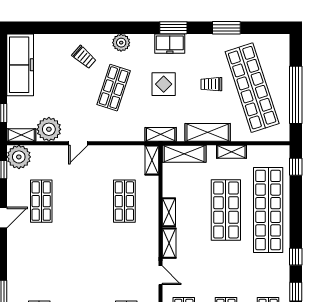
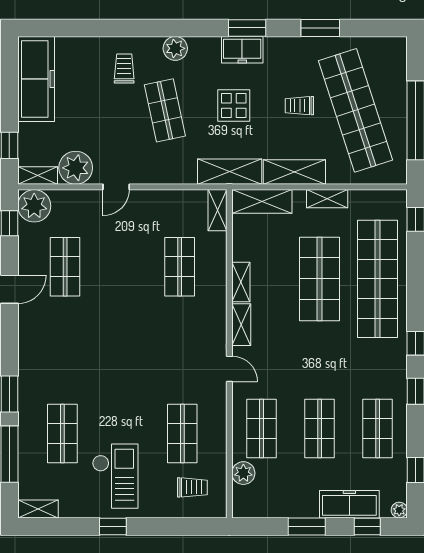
trolley: (84, 57) -> (124, 68), turned -131
shop shelf: (114, 88) -> (165, 110), turned -30
shelving: (161, 134) -> (230, 172), width x1.50, depth x1.33

